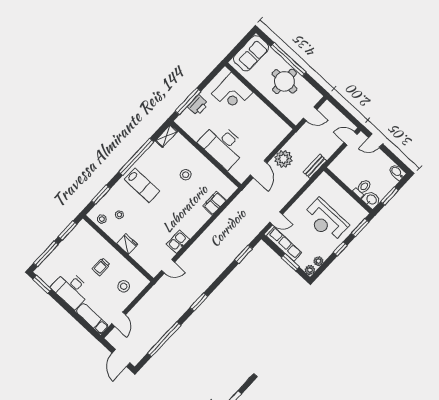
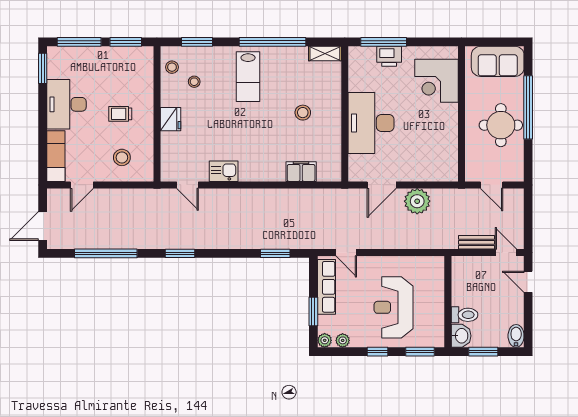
bench: (315, 166) -> (477, 242), moved

